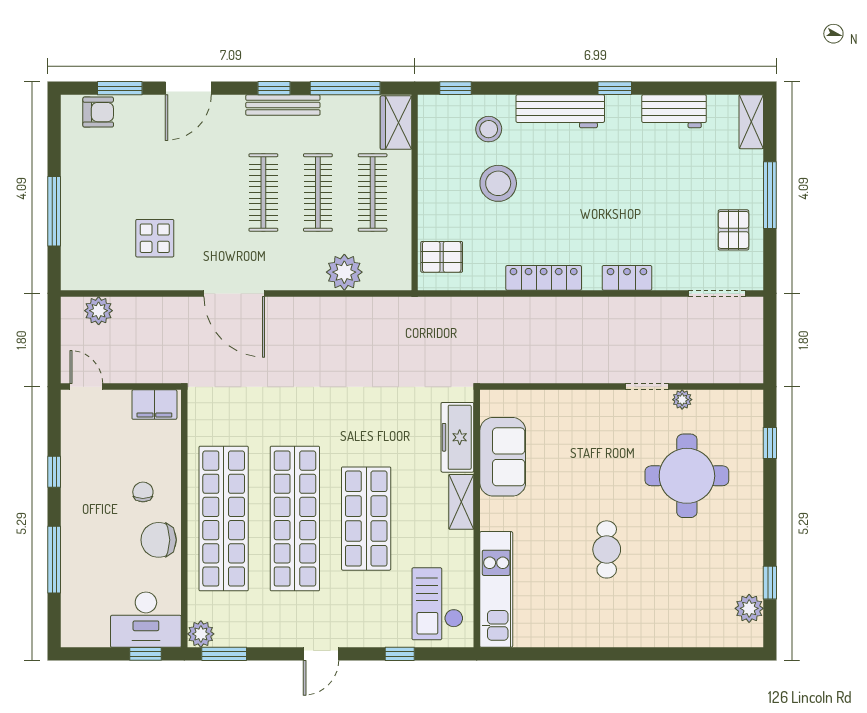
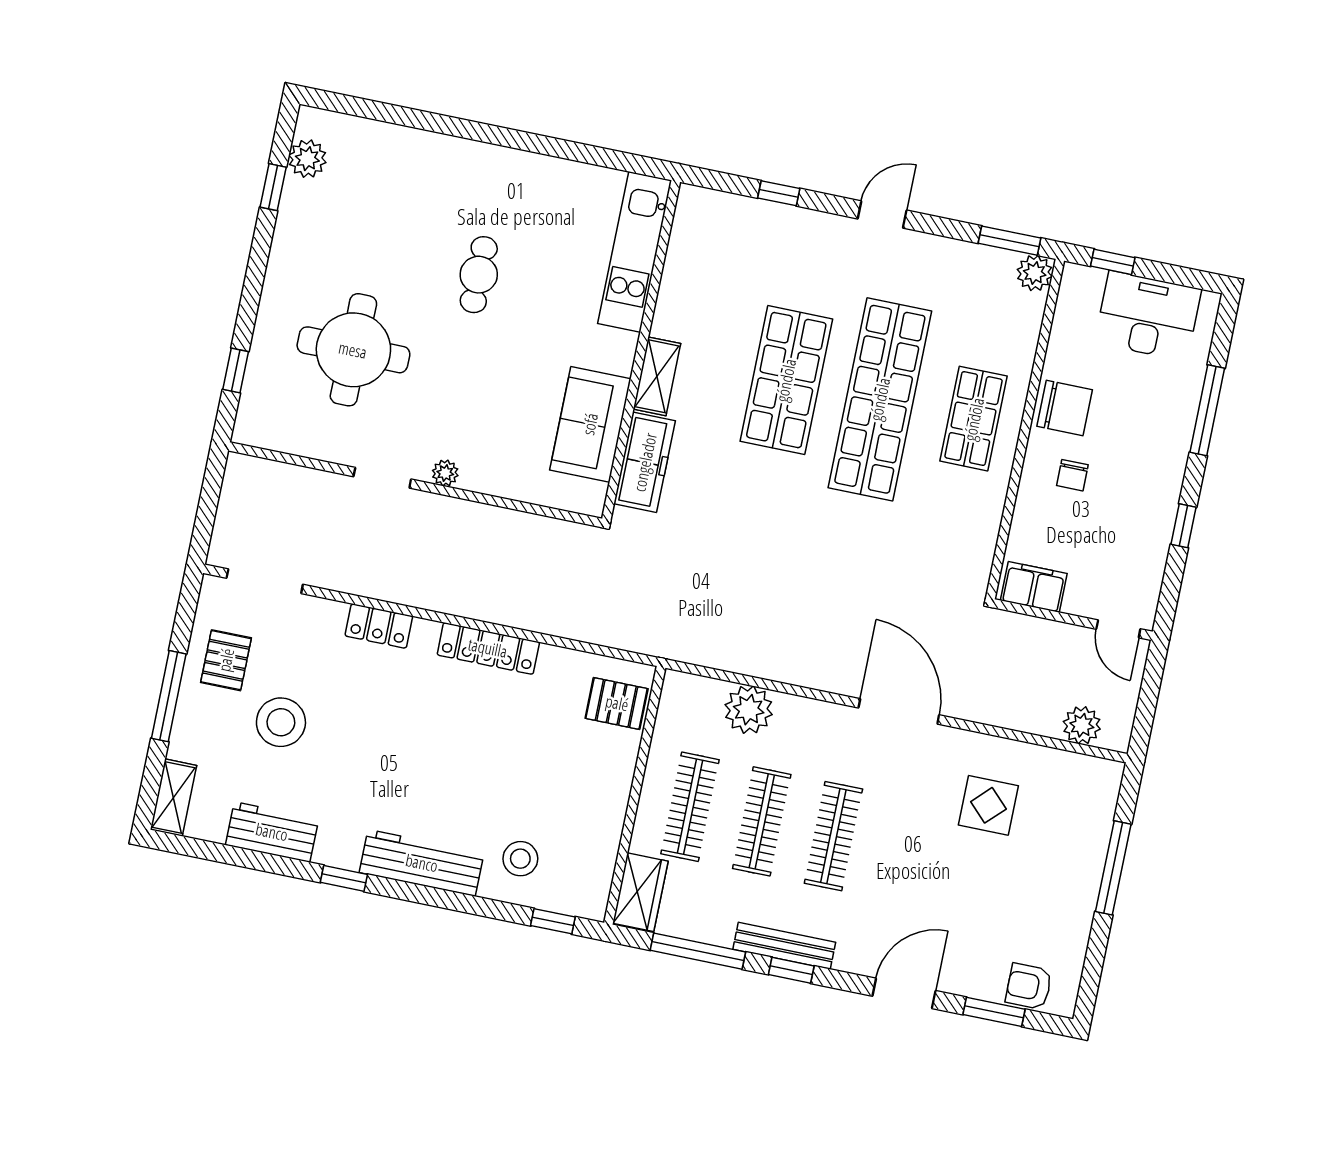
stool: (498, 183) -> (281, 722), moved
plant: (682, 400) -> (445, 473), moved
shop shelf: (224, 519) -> (974, 419), width x0.50, depth x0.74
checkout: (438, 604) -> (716, 249), removed
desk: (146, 620) -> (1148, 316), moved

